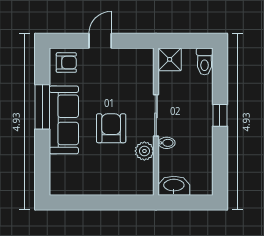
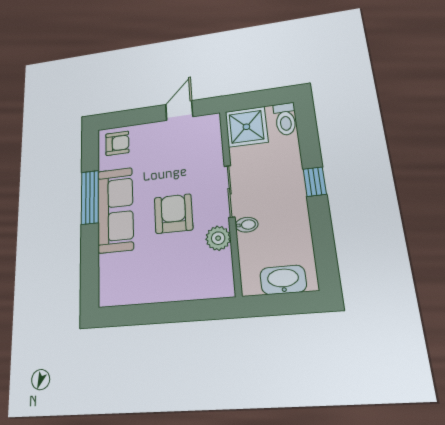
door: (100, 41) -> (179, 111), moved
shower: (170, 59) -> (246, 127), width x1.36, depth x1.36
washbasin: (174, 186) -> (283, 280), moved

